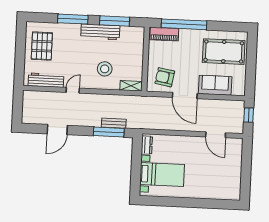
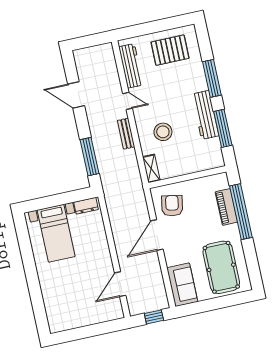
piano: (164, 34) -> (226, 207), moved
sofa: (215, 85) -> (182, 285), moved
bench: (114, 123) -> (126, 134), moved

